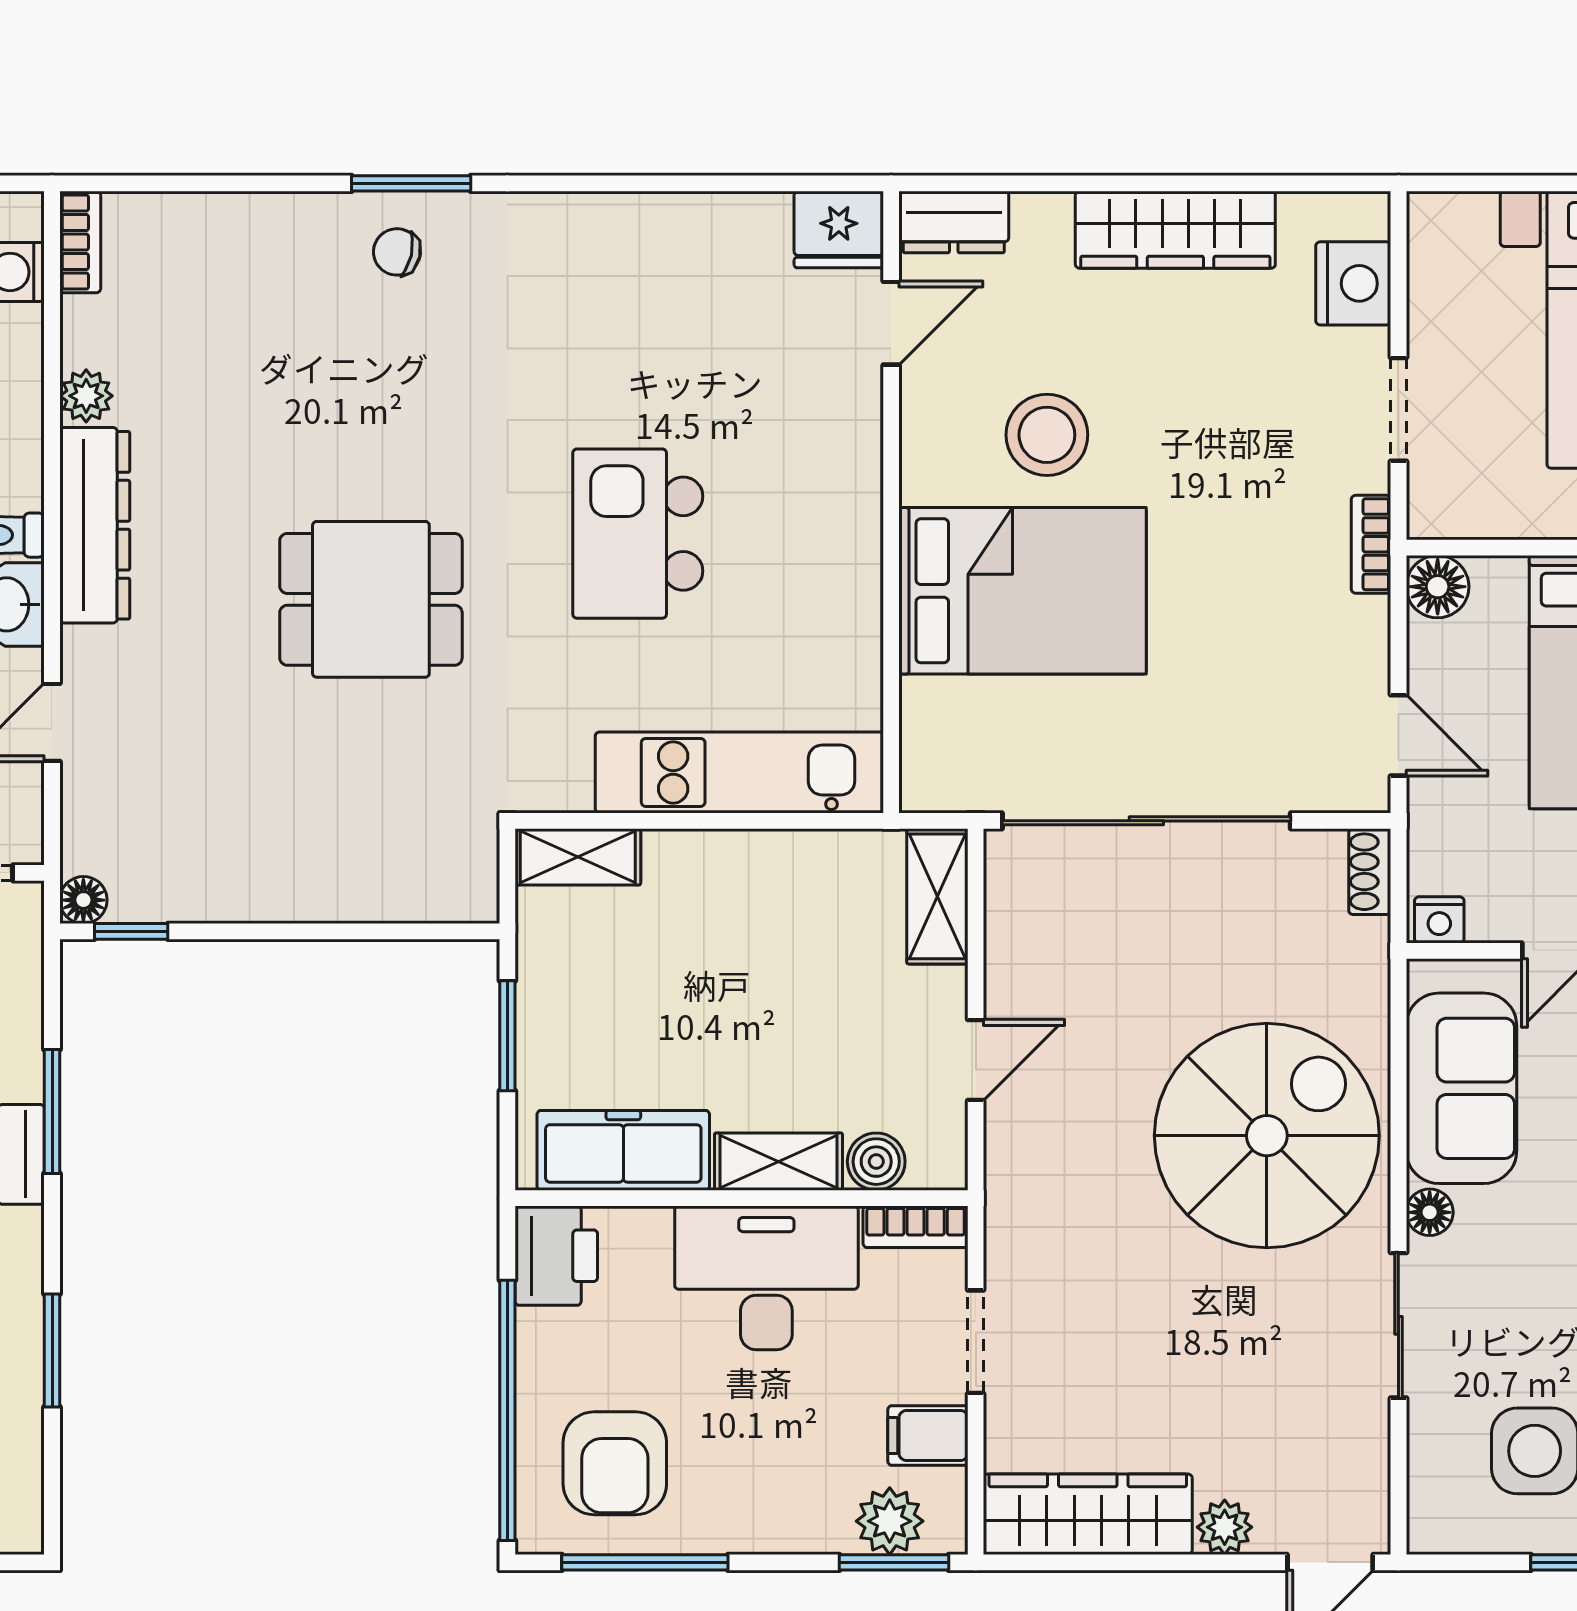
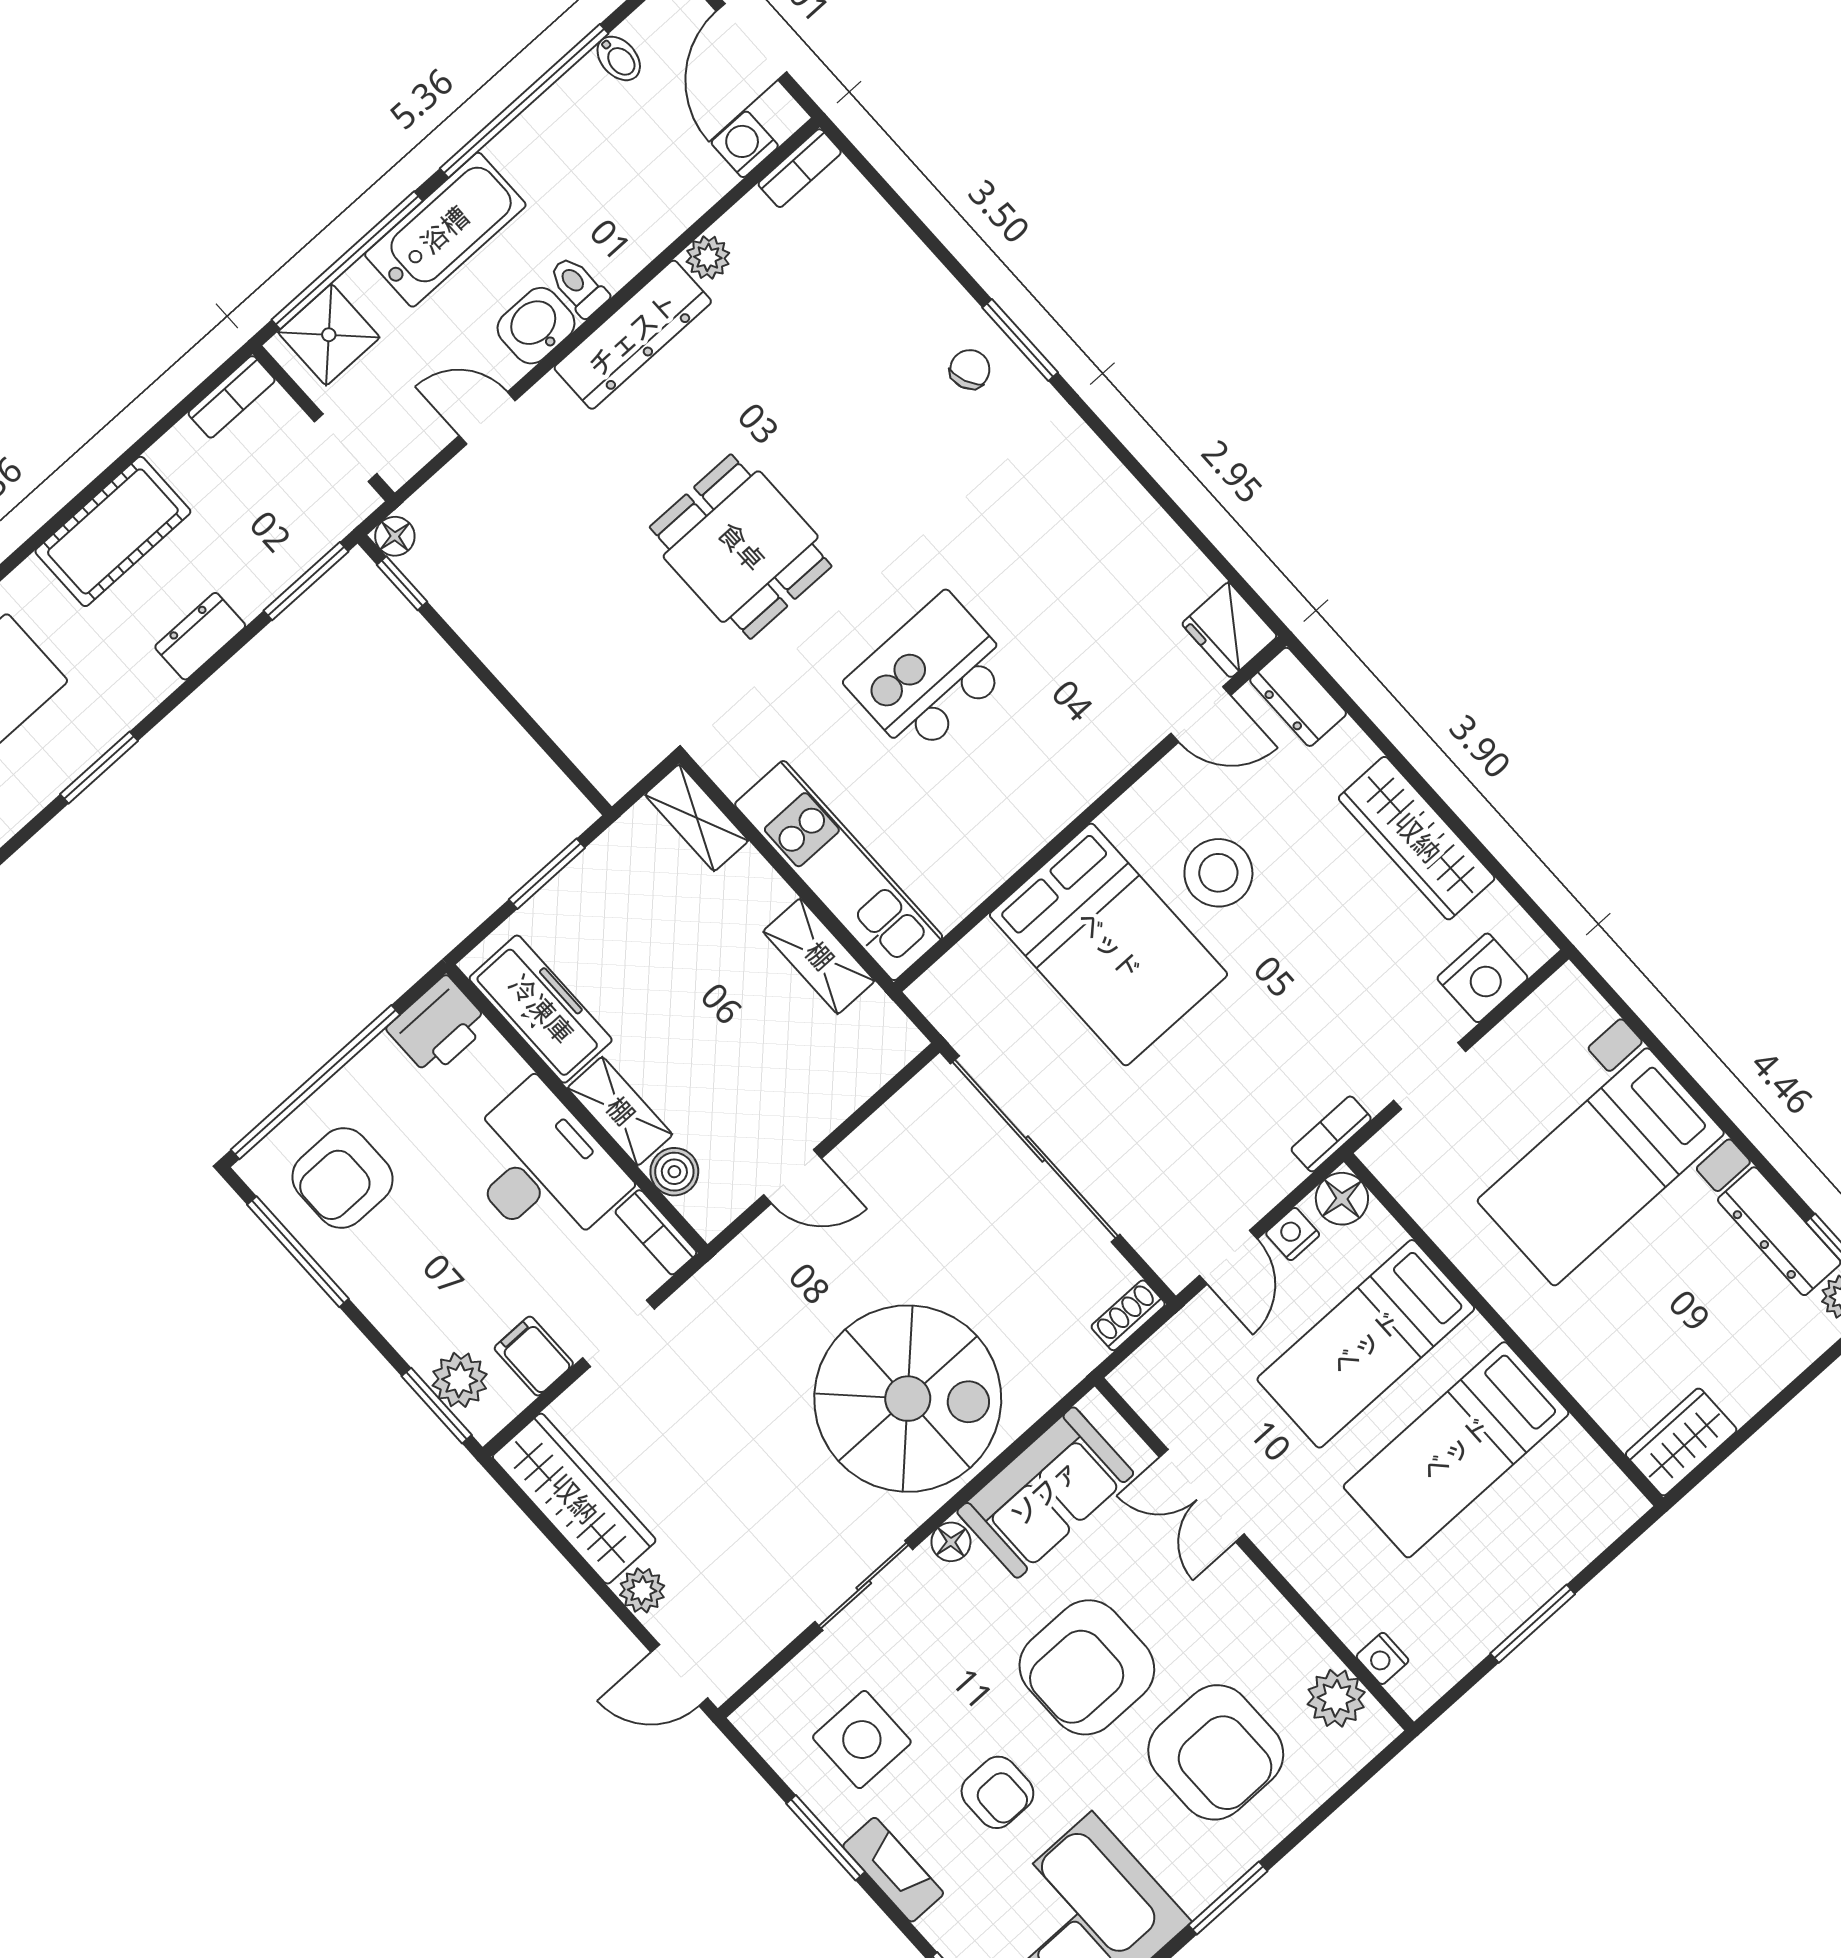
chair: (397, 252) -> (970, 369), turned 54
shelving: (937, 896) -> (819, 956), moved, turned 90
nightstand: (1439, 920) -> (1293, 1234), moved, turned 90
window: (52, 1111) -> (306, 581), moved

